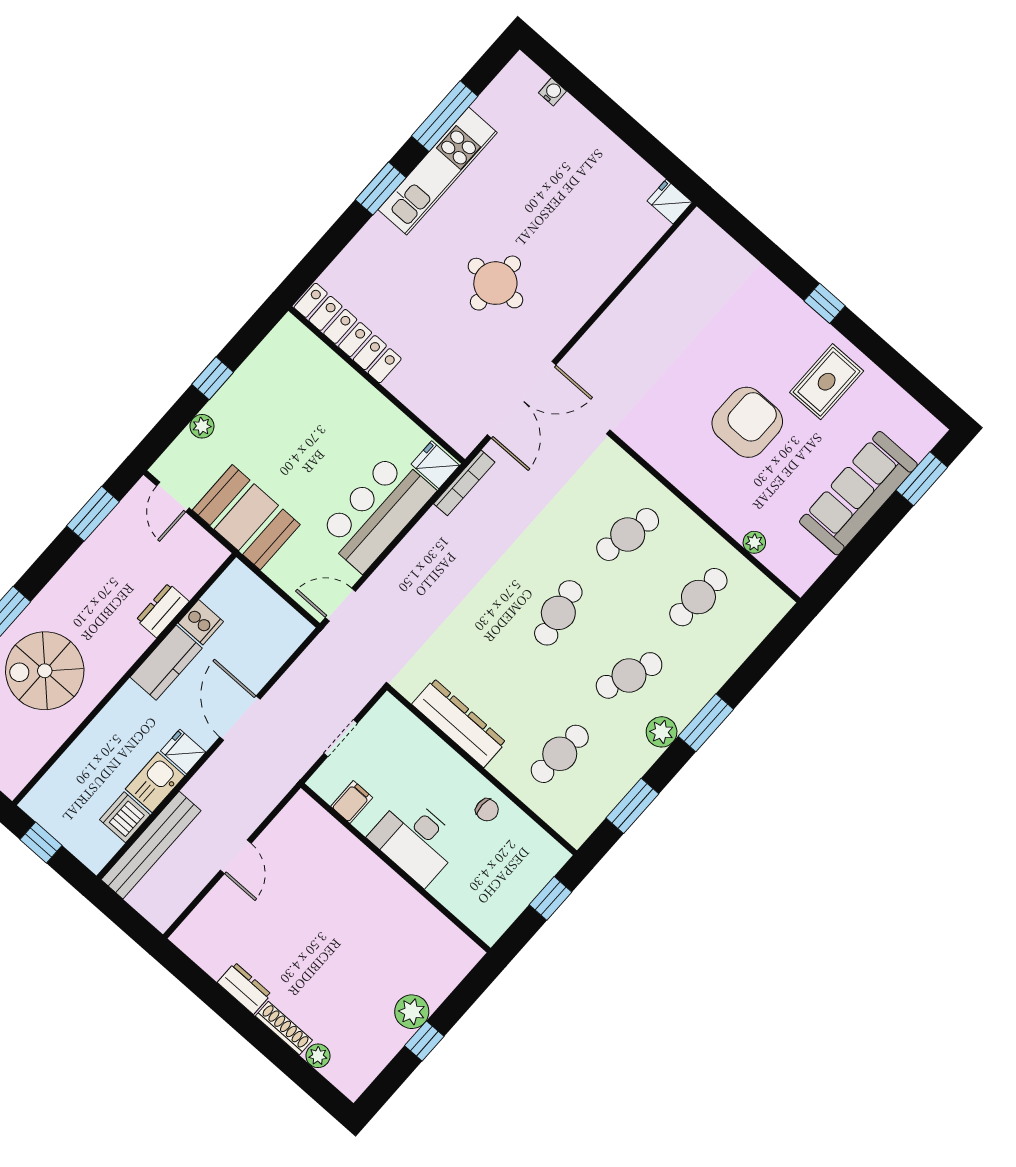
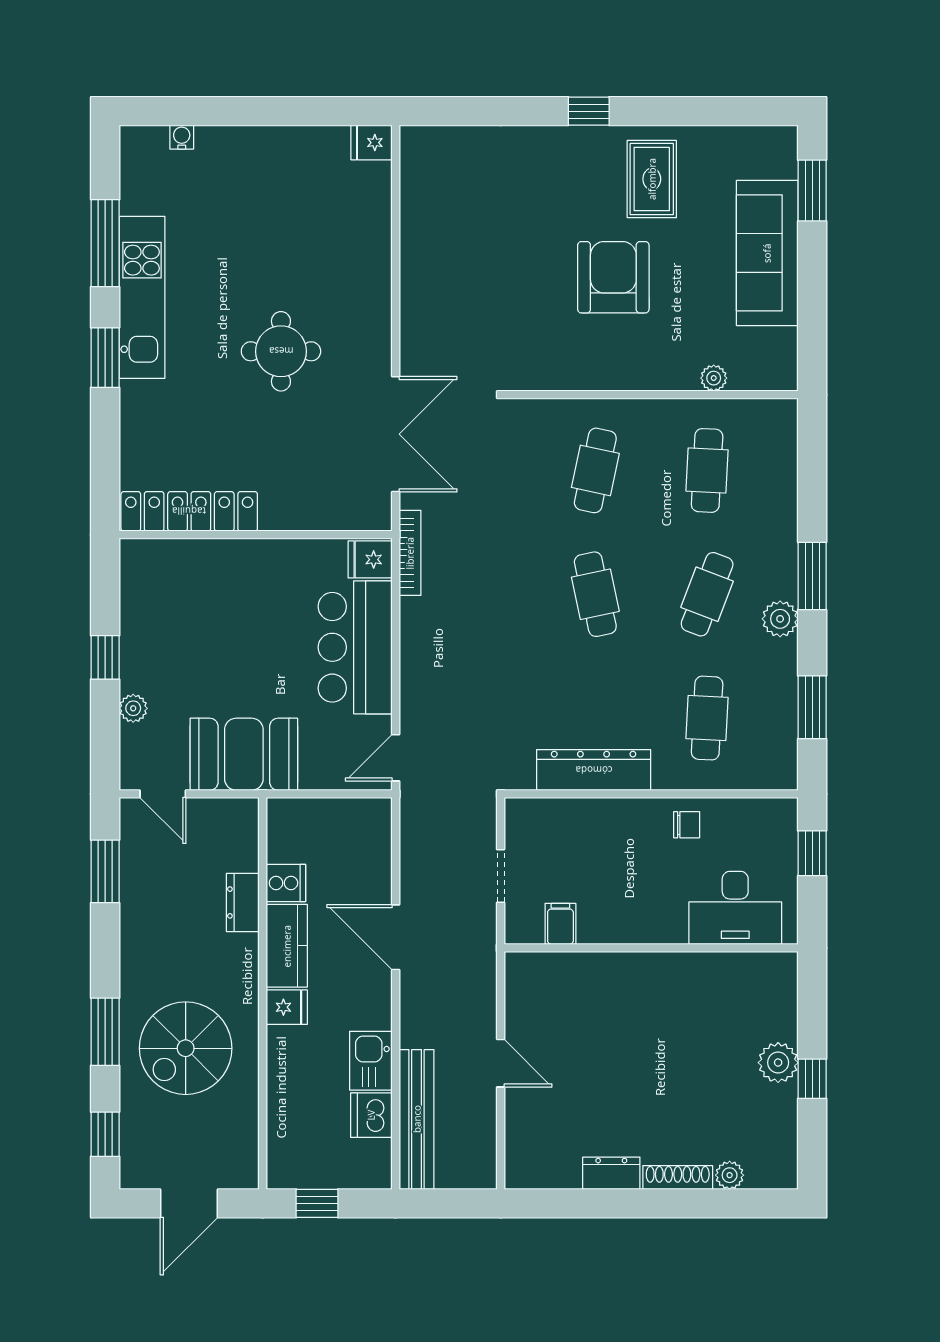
fridge: (183, 752) -> (287, 1007), moved, turned 180
desk: (415, 840) -> (735, 908), moved

